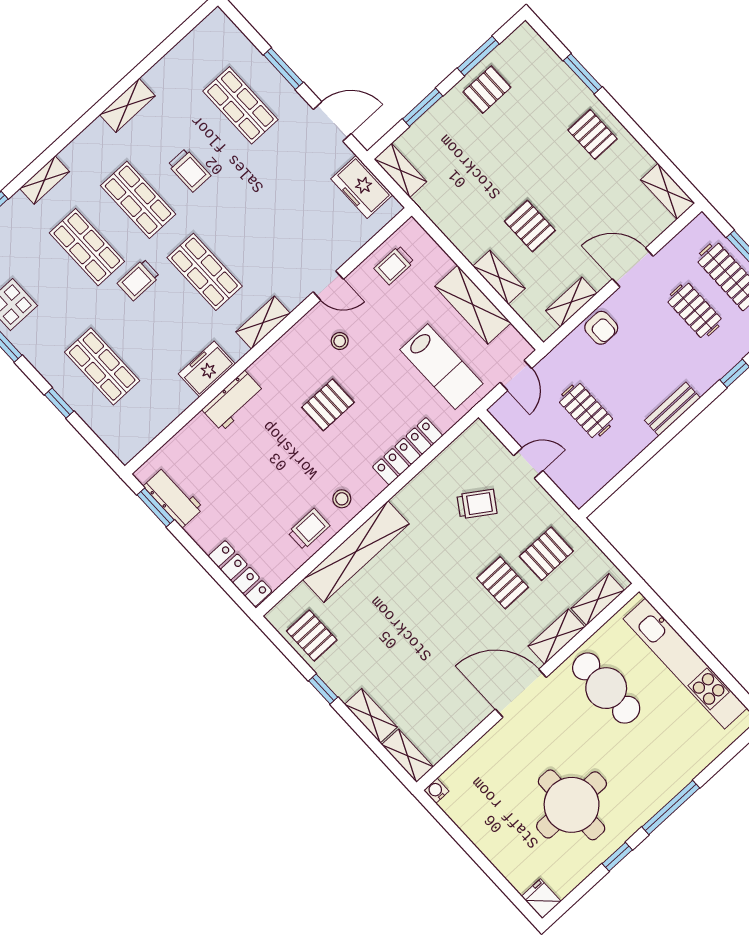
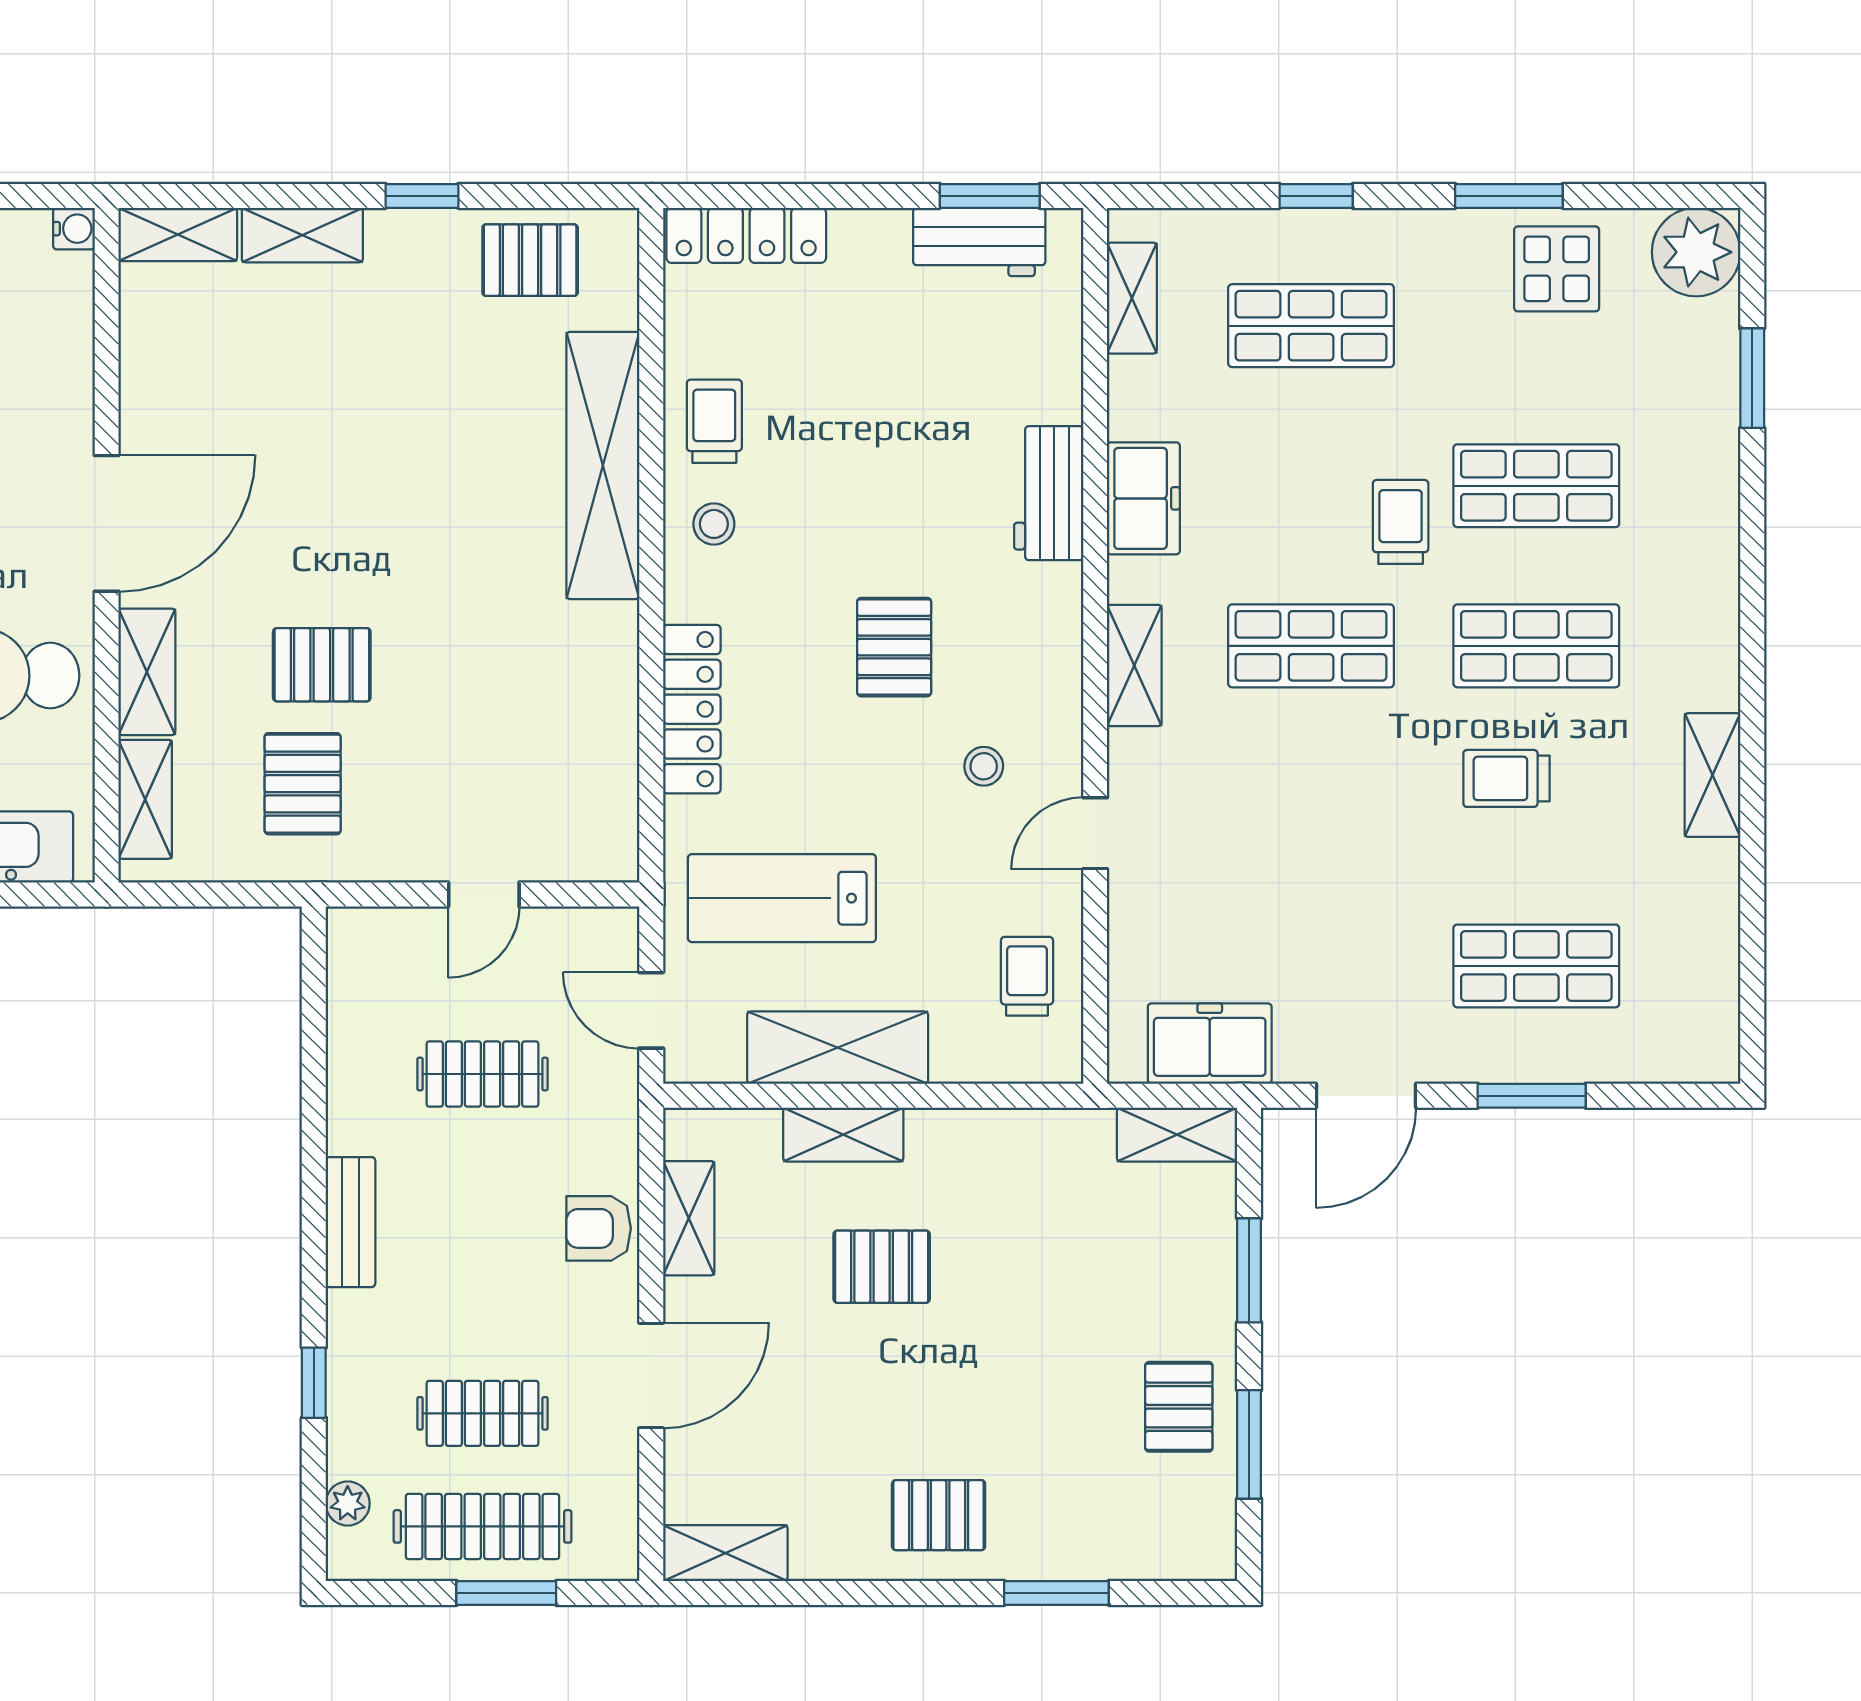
shelving: (45, 180) -> (1132, 298), moved
trolley: (477, 504) -> (495, 744), removed
trolley: (309, 529) -> (714, 421), turned 180

